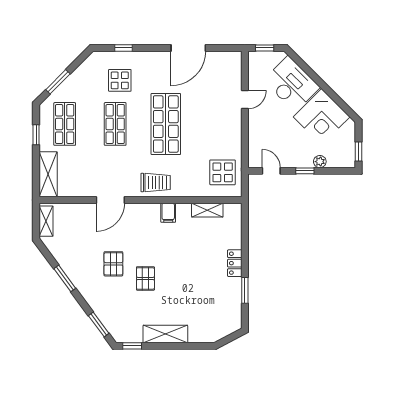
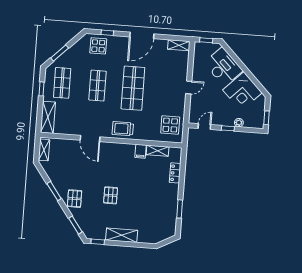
door: (188, 48) -> (142, 35), moved
shelving: (226, 58) -> (179, 45), added
display table: (120, 80) -> (98, 46), moved
door: (245, 100) -> (189, 87), moved
door: (271, 171) -> (204, 127), hinge flipped
trolley: (156, 183) -> (123, 129), turned 180
door: (110, 200) -> (90, 139), hinge flipped
filing cabinet: (168, 213) -> (141, 151), moved
locker: (235, 263) -> (175, 173), moved
pallet: (113, 264) -> (75, 199), moved

